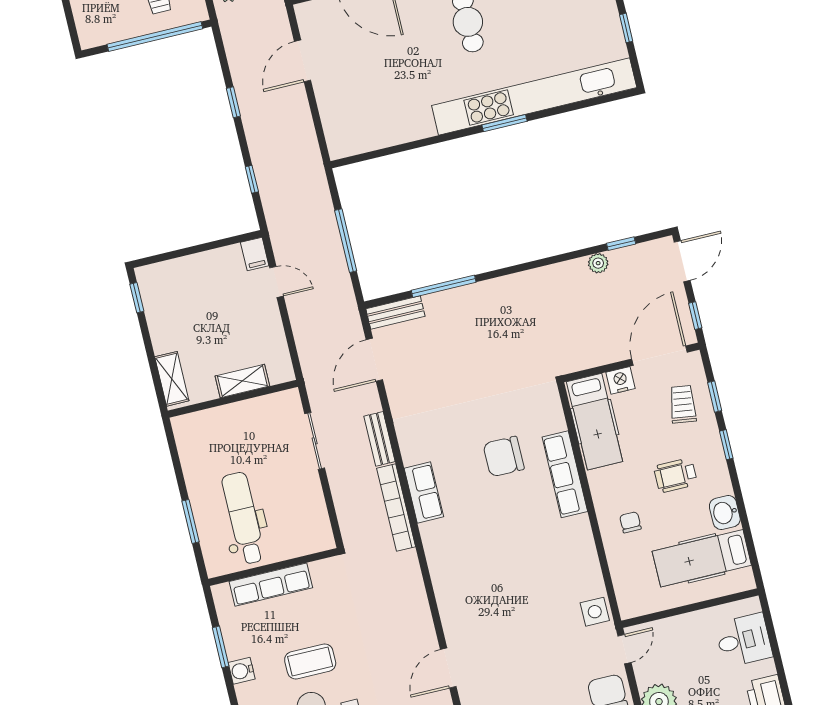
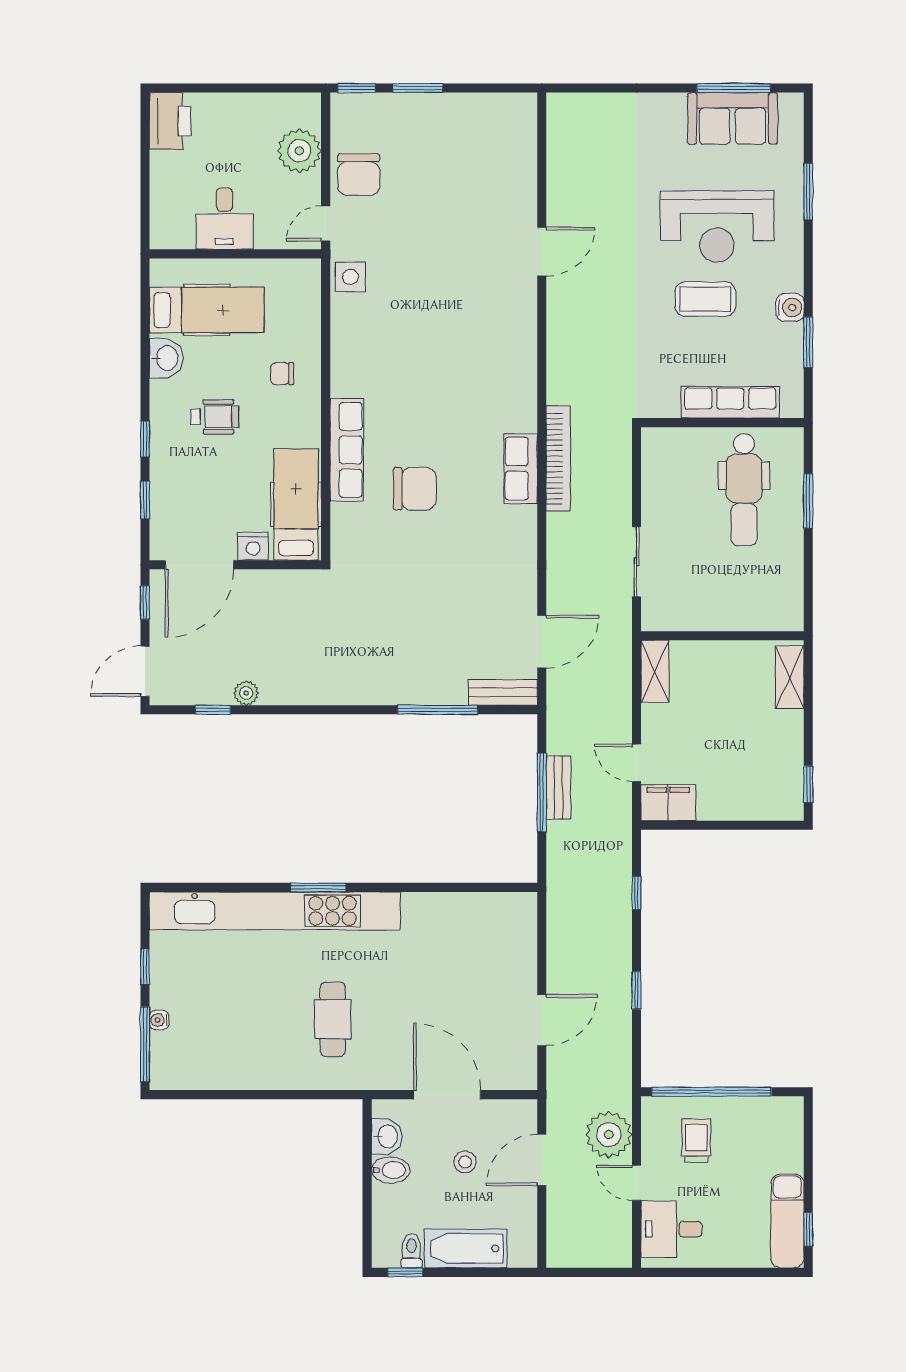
filing cabinet: (255, 254) -> (668, 803), width x2.00
shelving: (242, 381) -> (655, 671), moved, turned 90
trolley: (683, 404) -> (185, 500), removed
bench: (379, 439) -> (558, 788), moved
chair: (630, 522) -> (282, 374), turned 90
desk: (744, 640) -> (224, 219), moved, turned -90

